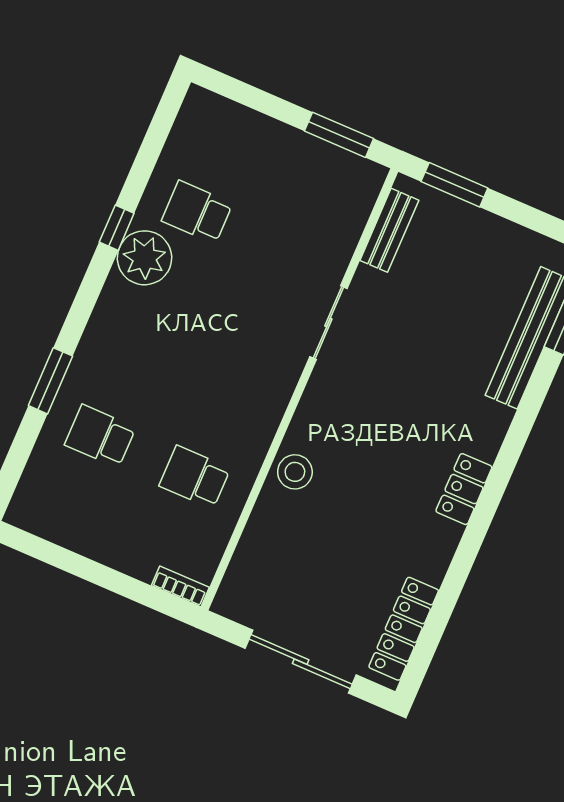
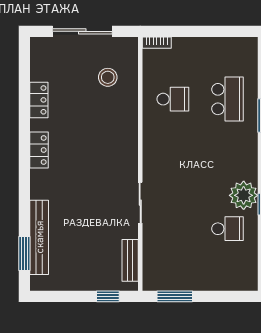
window: (454, 185) -> (108, 296), width x0.67
school desk: (100, 436) -> (228, 99), width x1.85
stool: (295, 472) -> (108, 77), moved
locker: (404, 629) -> (39, 100), moved, width x0.66

